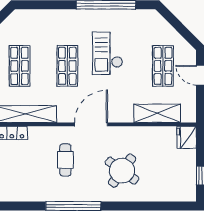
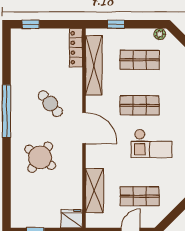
checkout: (107, 53) -> (151, 143), turned 180
cafe table: (65, 160) -> (50, 104), turned 49

